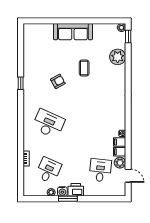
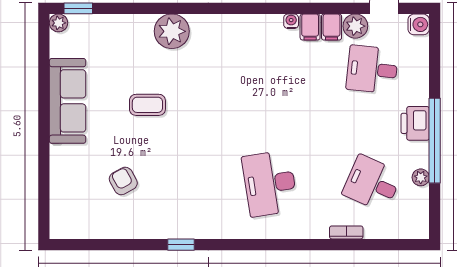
sofa: (73, 32) -> (68, 101), moved
plant: (118, 57) -> (172, 31), moved
armchair: (58, 81) -> (123, 181), moved
desk: (48, 124) -> (270, 183), turned -33
water cooler: (62, 191) -> (419, 24), moved
window: (68, 199) -> (435, 141), width x2.11

